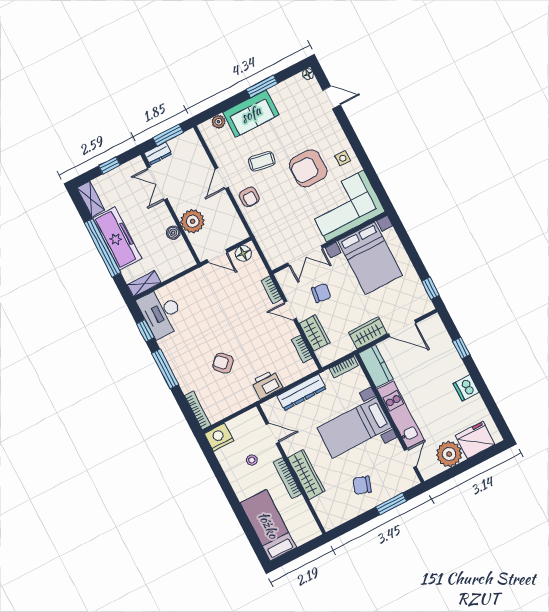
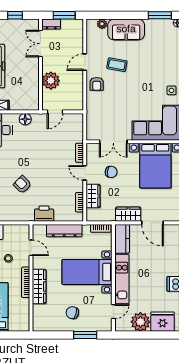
window: (262, 86) -> (160, 15), moved
armchair: (308, 168) -> (145, 85), removed
boiler: (173, 233) -> (34, 81), removed
floor lamp: (243, 253) -> (25, 119), moved
door: (217, 256) -> (55, 112), hinge flipped

